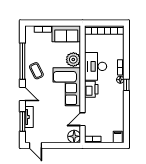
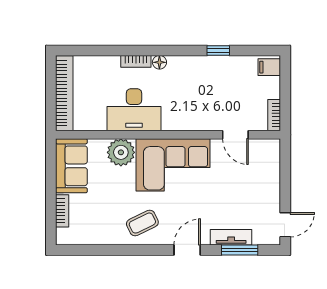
window: (22, 61) -> (124, 250), removed
window: (126, 85) -> (218, 50), moved
printer: (91, 89) -> (178, 118), removed
floor lamp: (74, 136) -> (268, 151), removed

